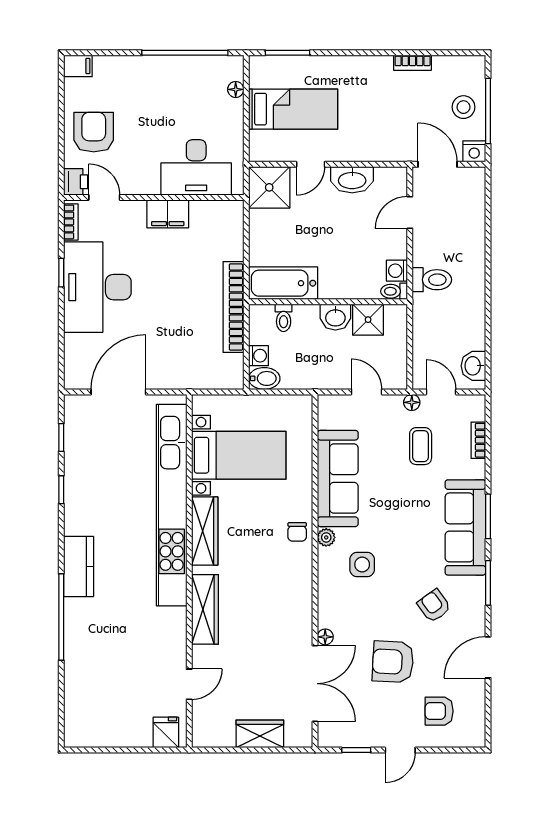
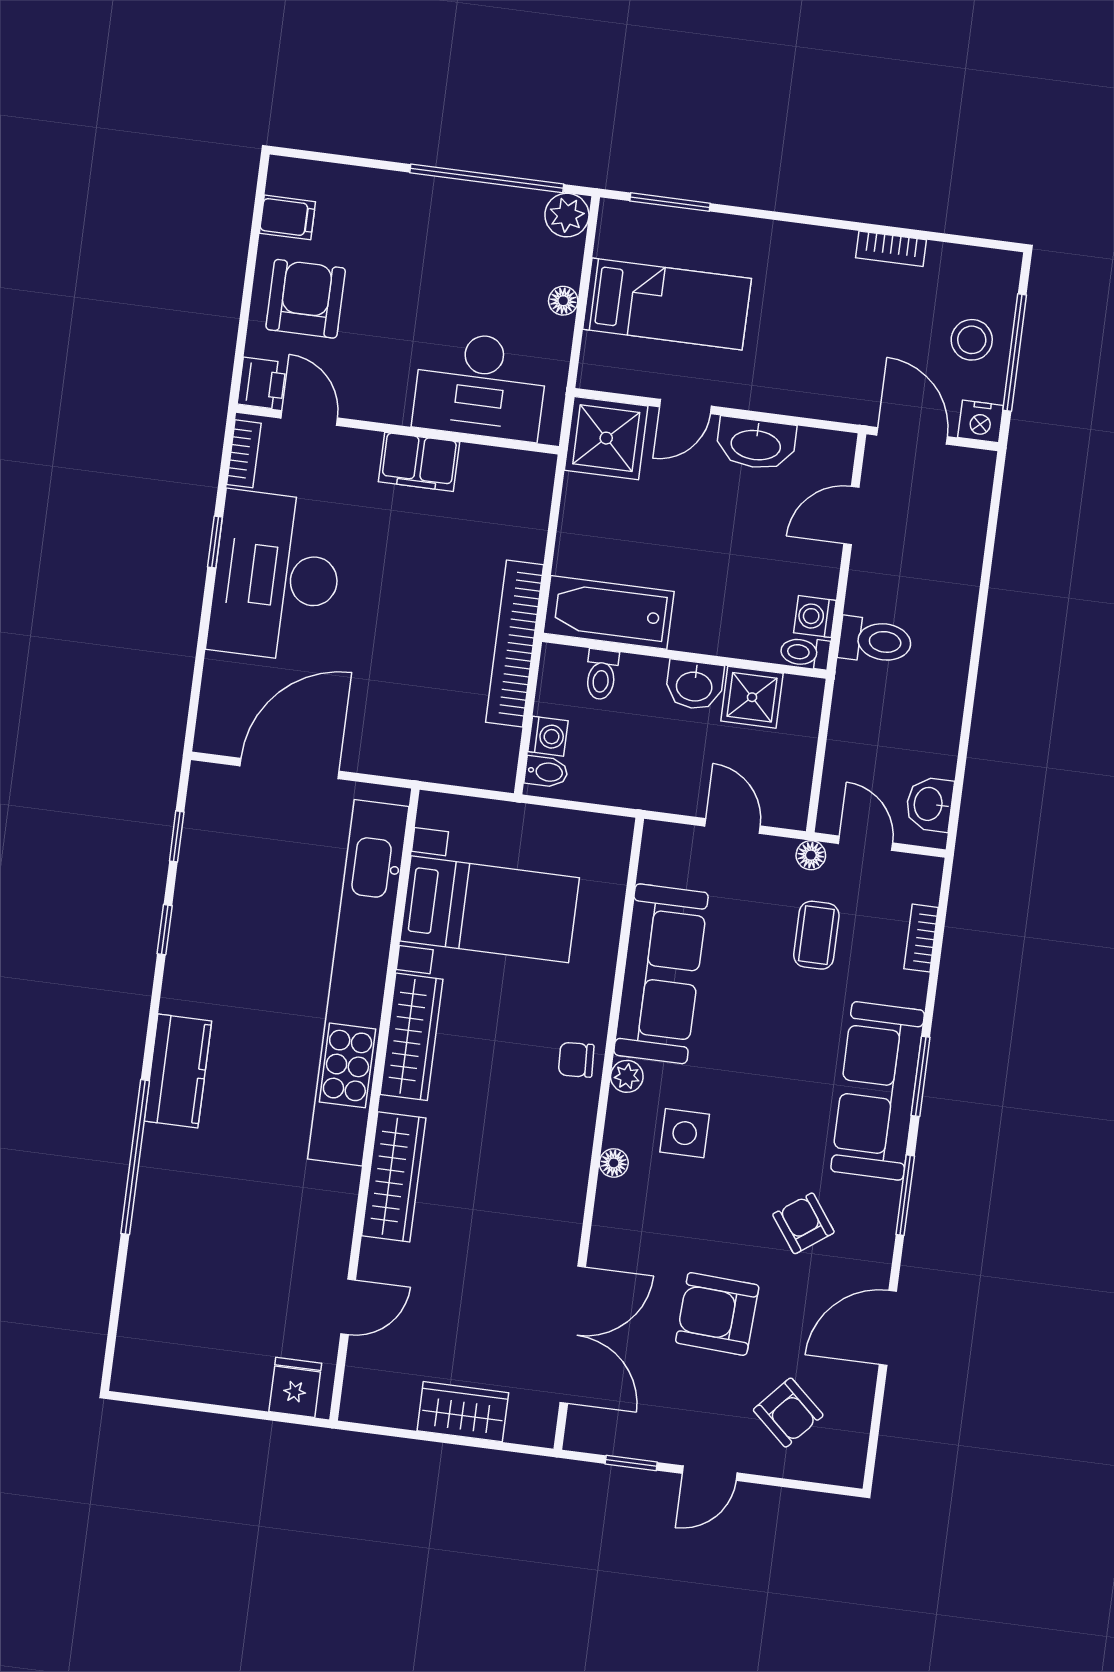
filing cabinet: (78, 66) -> (287, 217), moved
plant: (232, 67) -> (567, 215), added
floor lamp: (236, 89) -> (563, 301), moved
bidet: (264, 378) -> (546, 772), width x0.72, depth x0.74
chair: (297, 532) -> (576, 1060), turned 87
floor lamp: (325, 637) -> (614, 1163), moved
armchair: (439, 711) -> (788, 1413), turned -138

